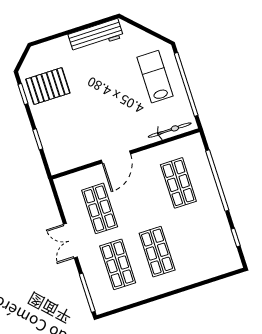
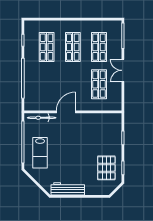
pallet: (48, 86) -> (106, 168), turned 90
door: (116, 157) -> (66, 112), moved
shop shelf: (178, 183) -> (47, 47), moved
double door: (70, 241) -> (123, 70), swing flipped

